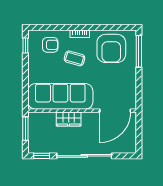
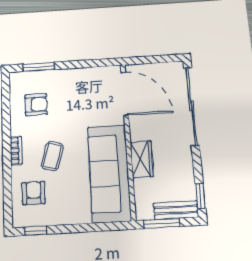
armchair: (111, 48) -> (36, 105), width x0.53, depth x0.53
window: (139, 51) -> (39, 67), width x0.69
bench: (33, 139) -> (176, 210), added
sliding door: (84, 156) -> (191, 106), moved

